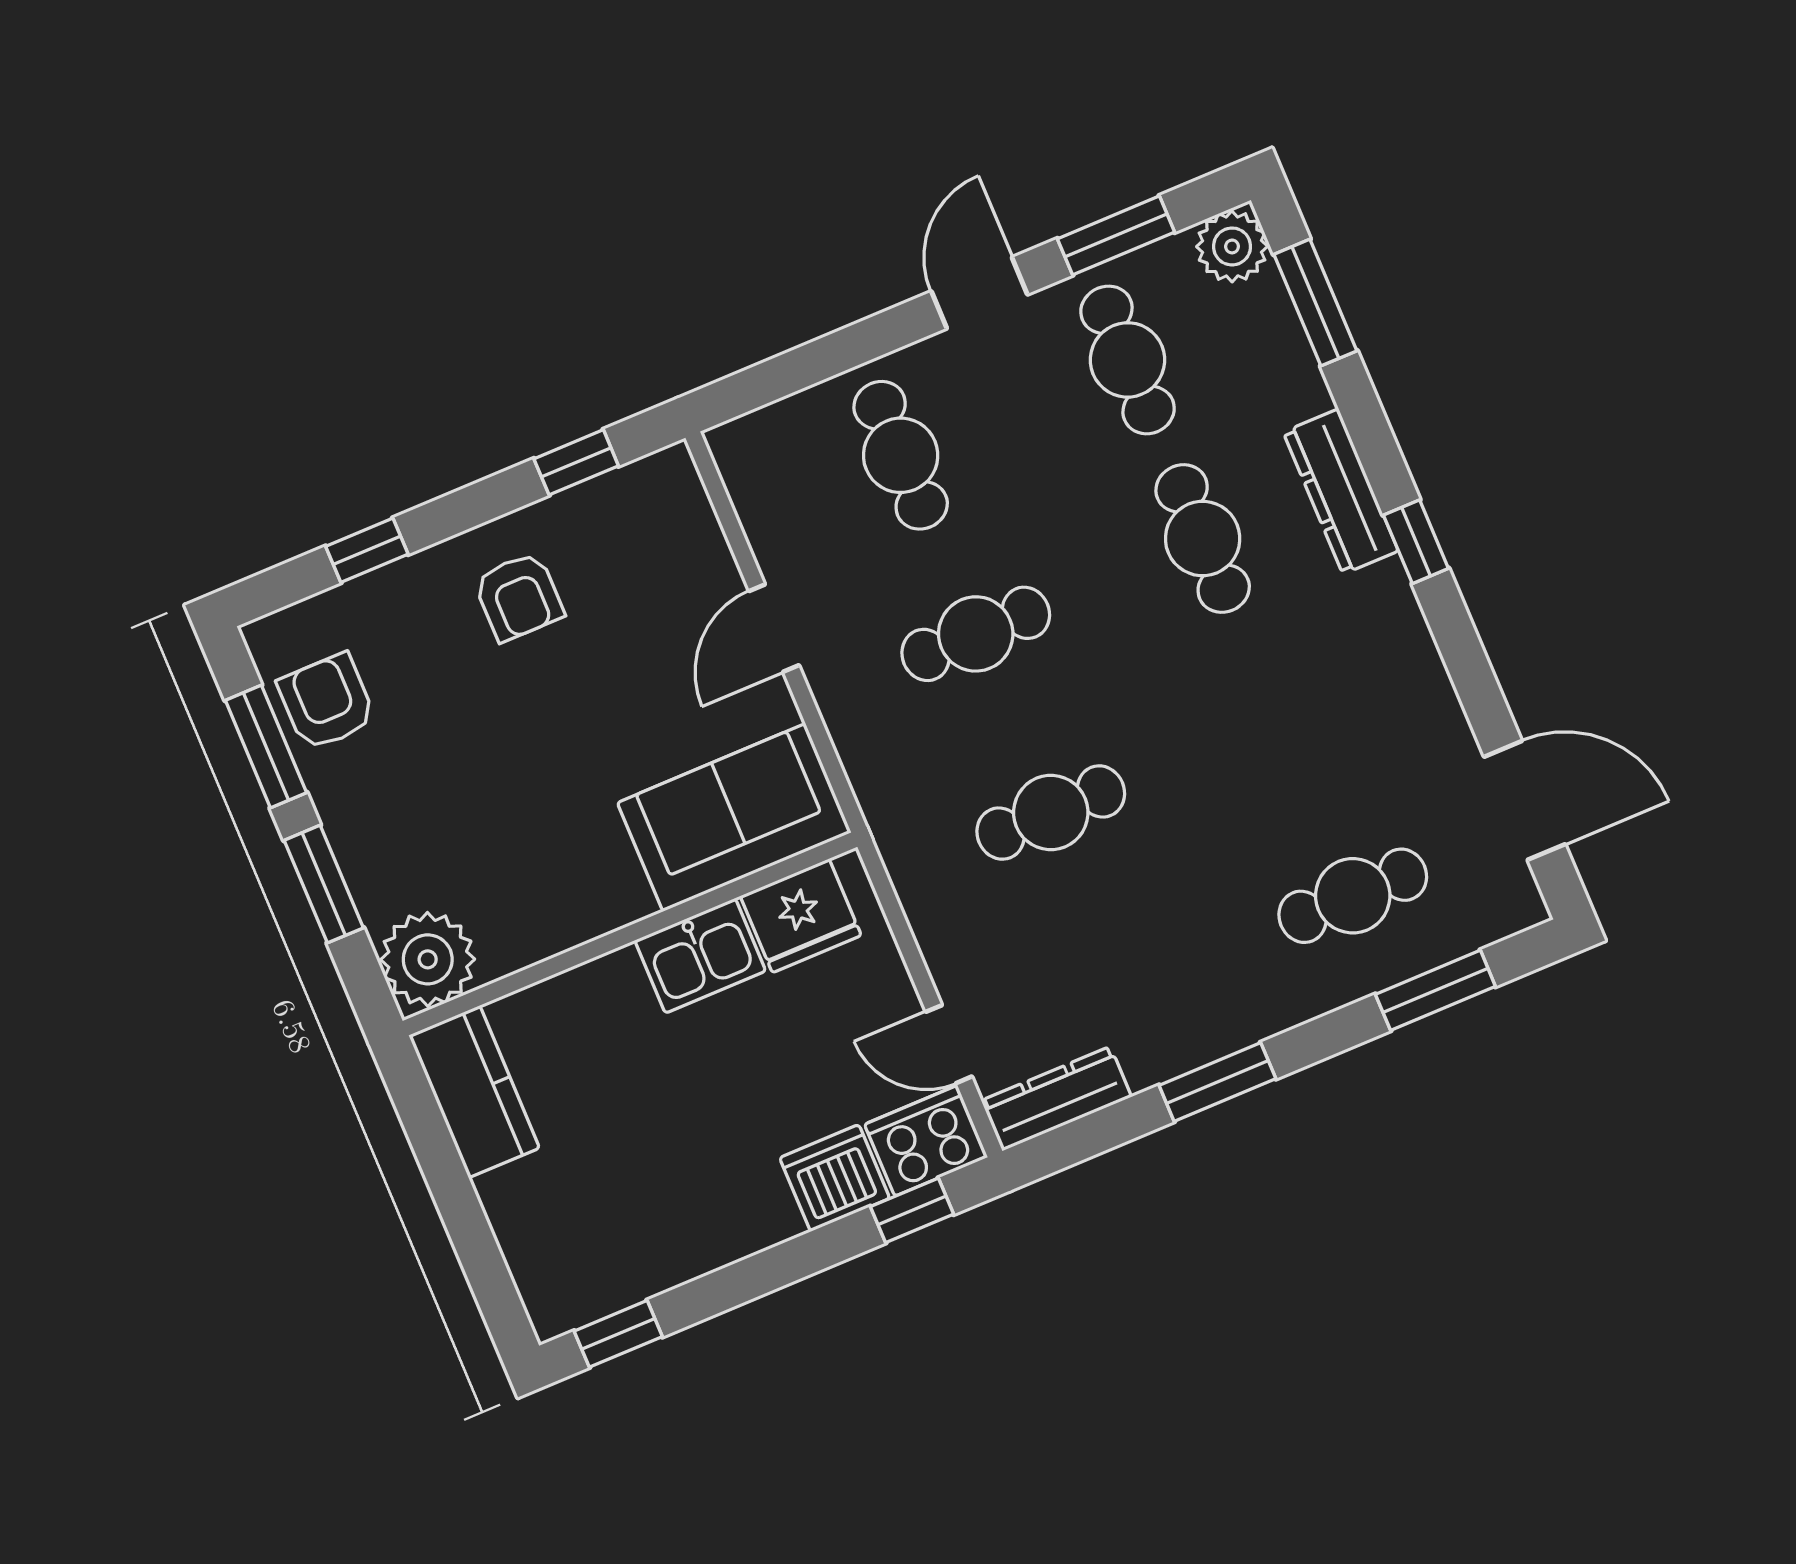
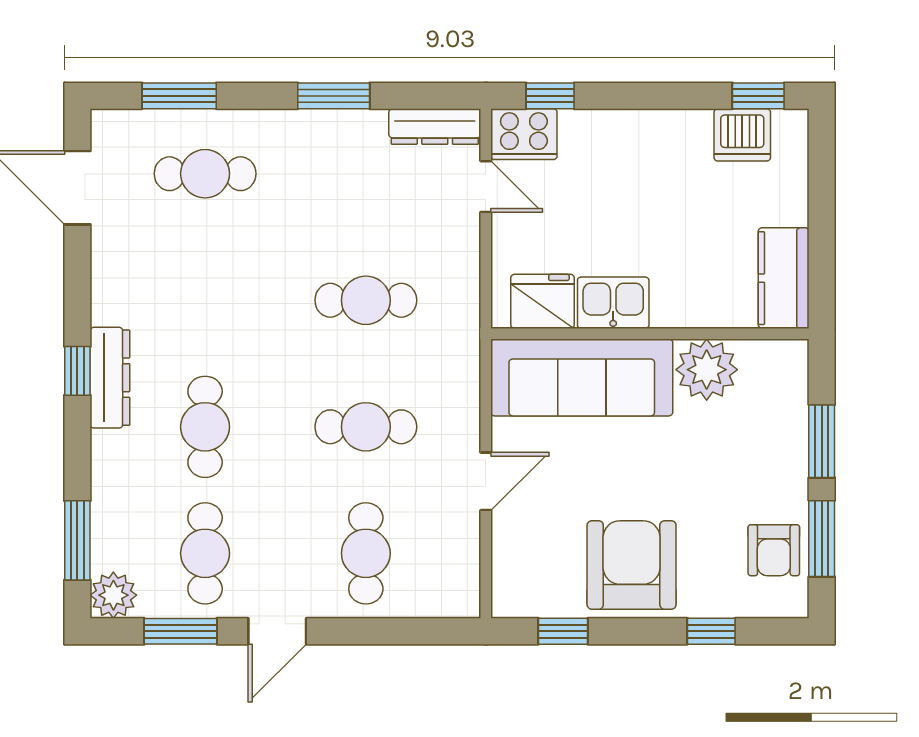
dresser: (1341, 492) -> (110, 378), moved
armchair: (519, 597) -> (632, 565), width x1.88, depth x1.88
sofa: (734, 817) -> (582, 377), width x1.36
plant: (428, 959) -> (707, 370), moved
dishwasher: (835, 1178) -> (742, 135), moved

